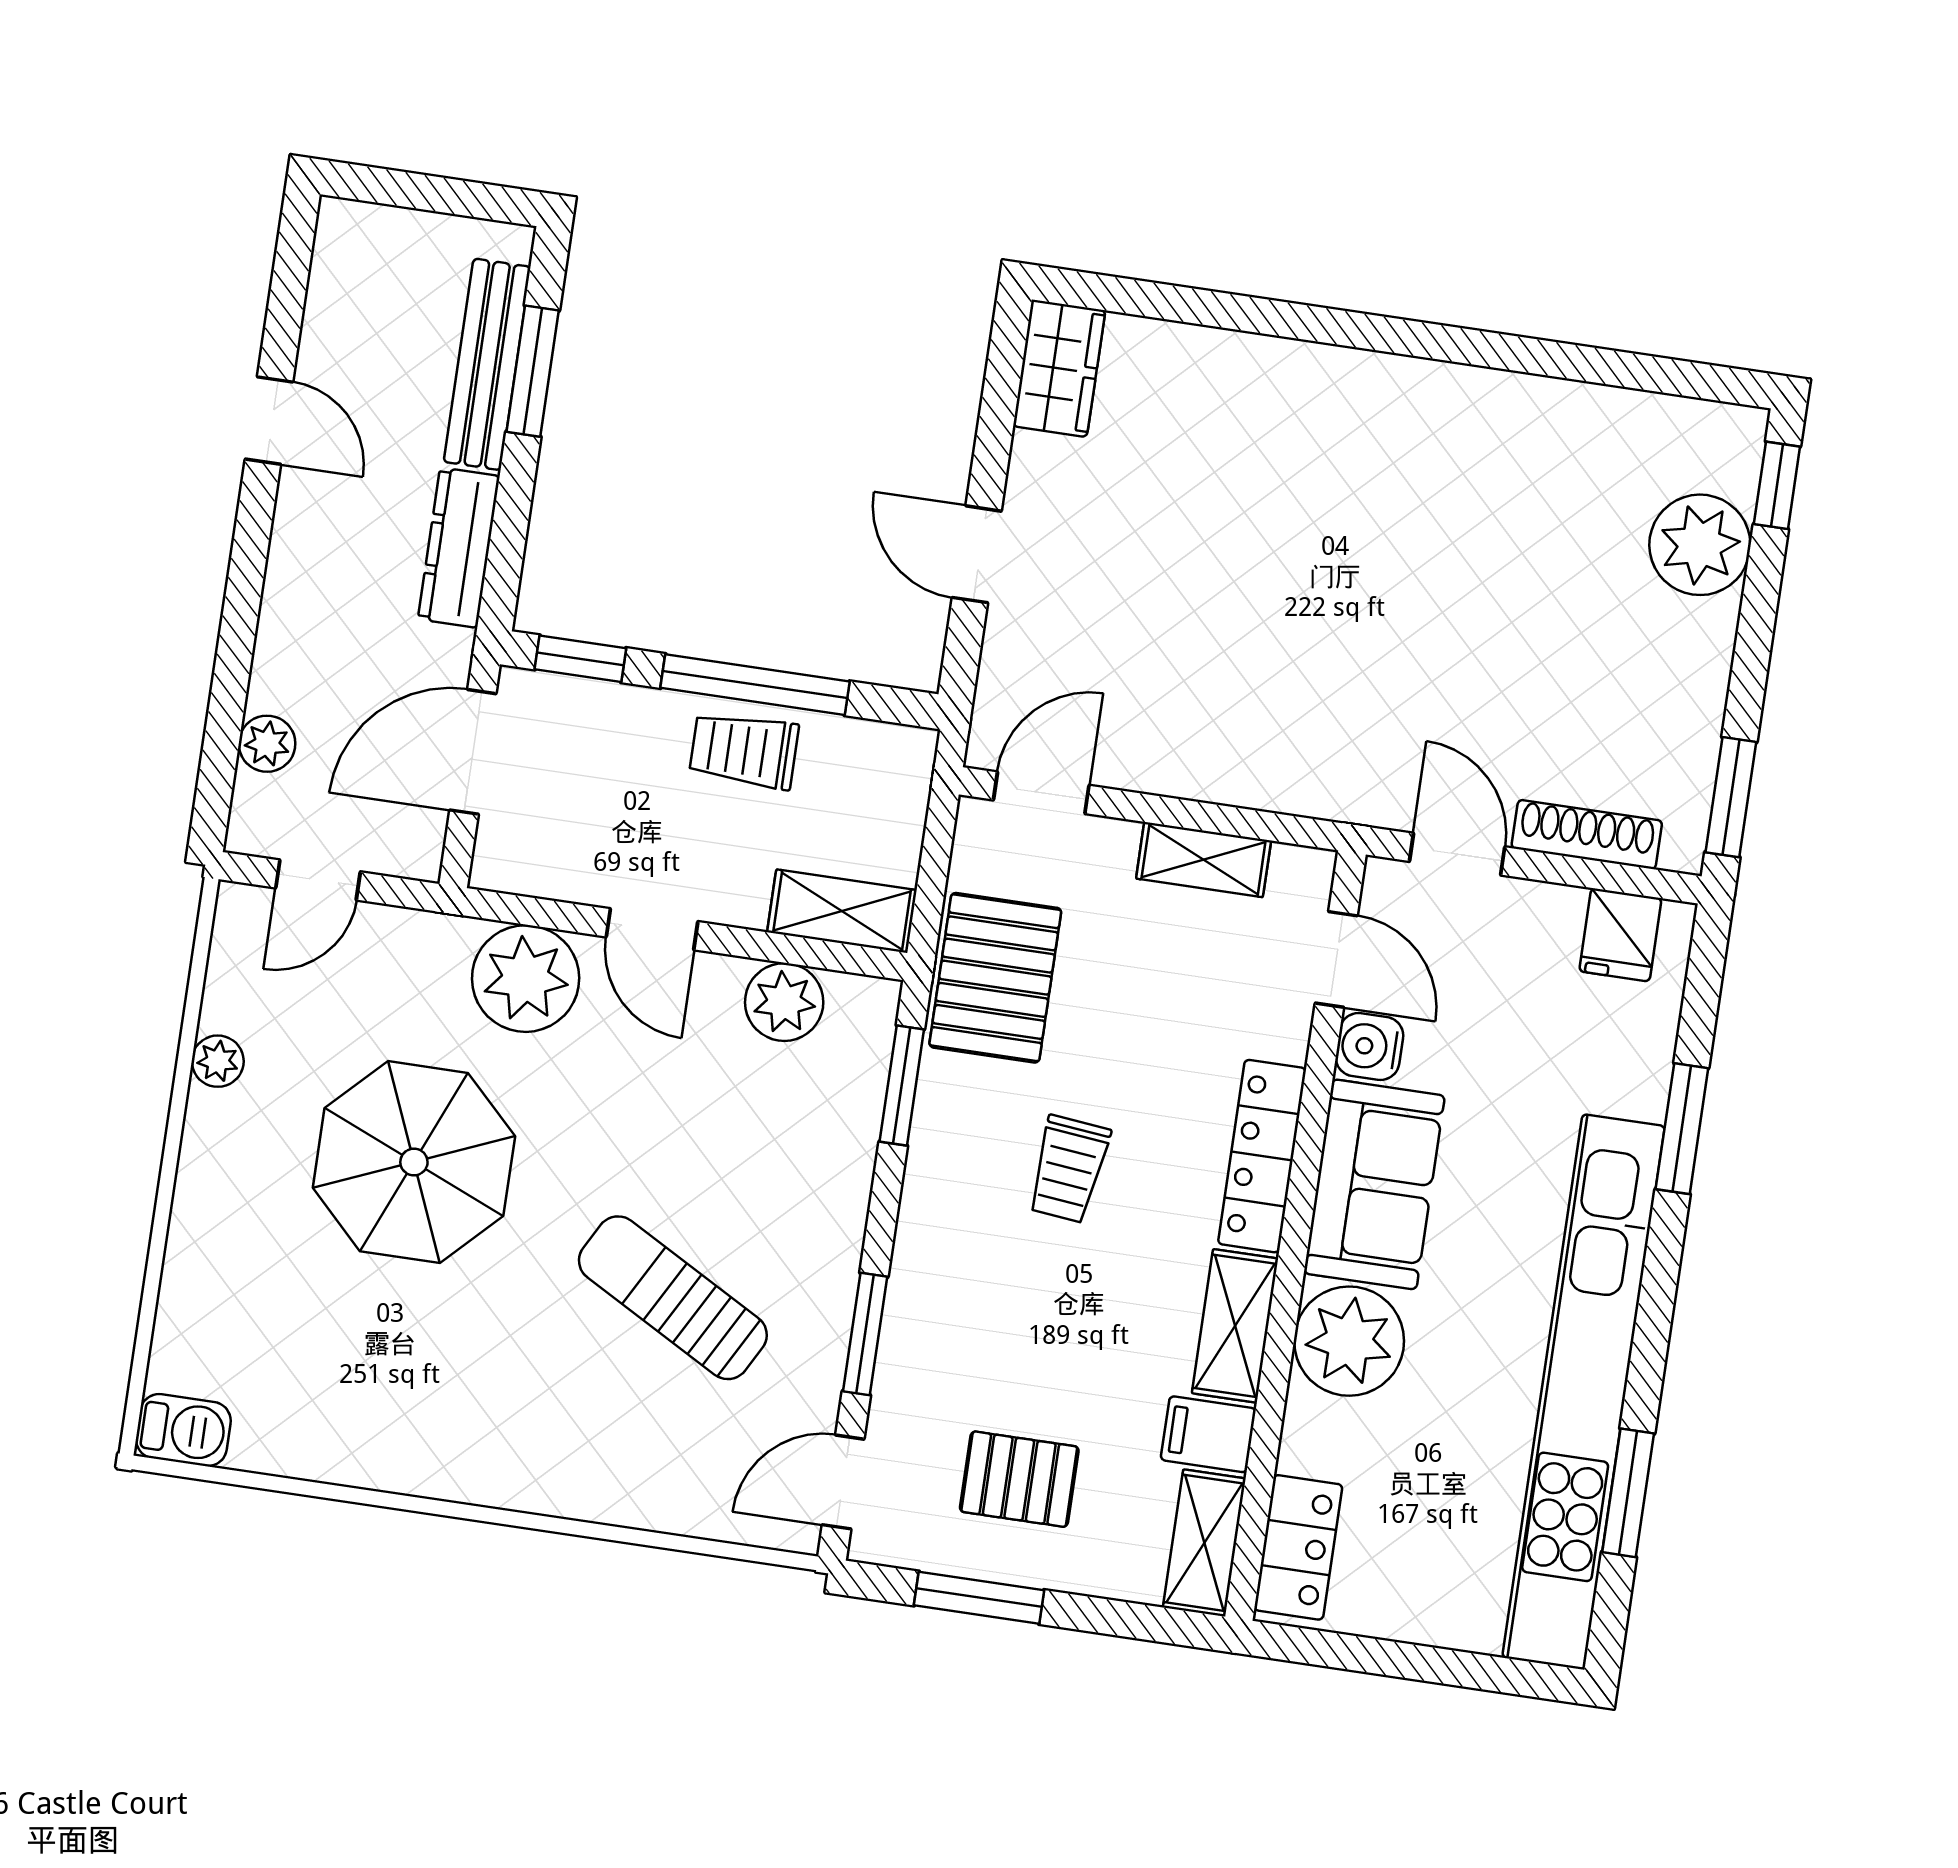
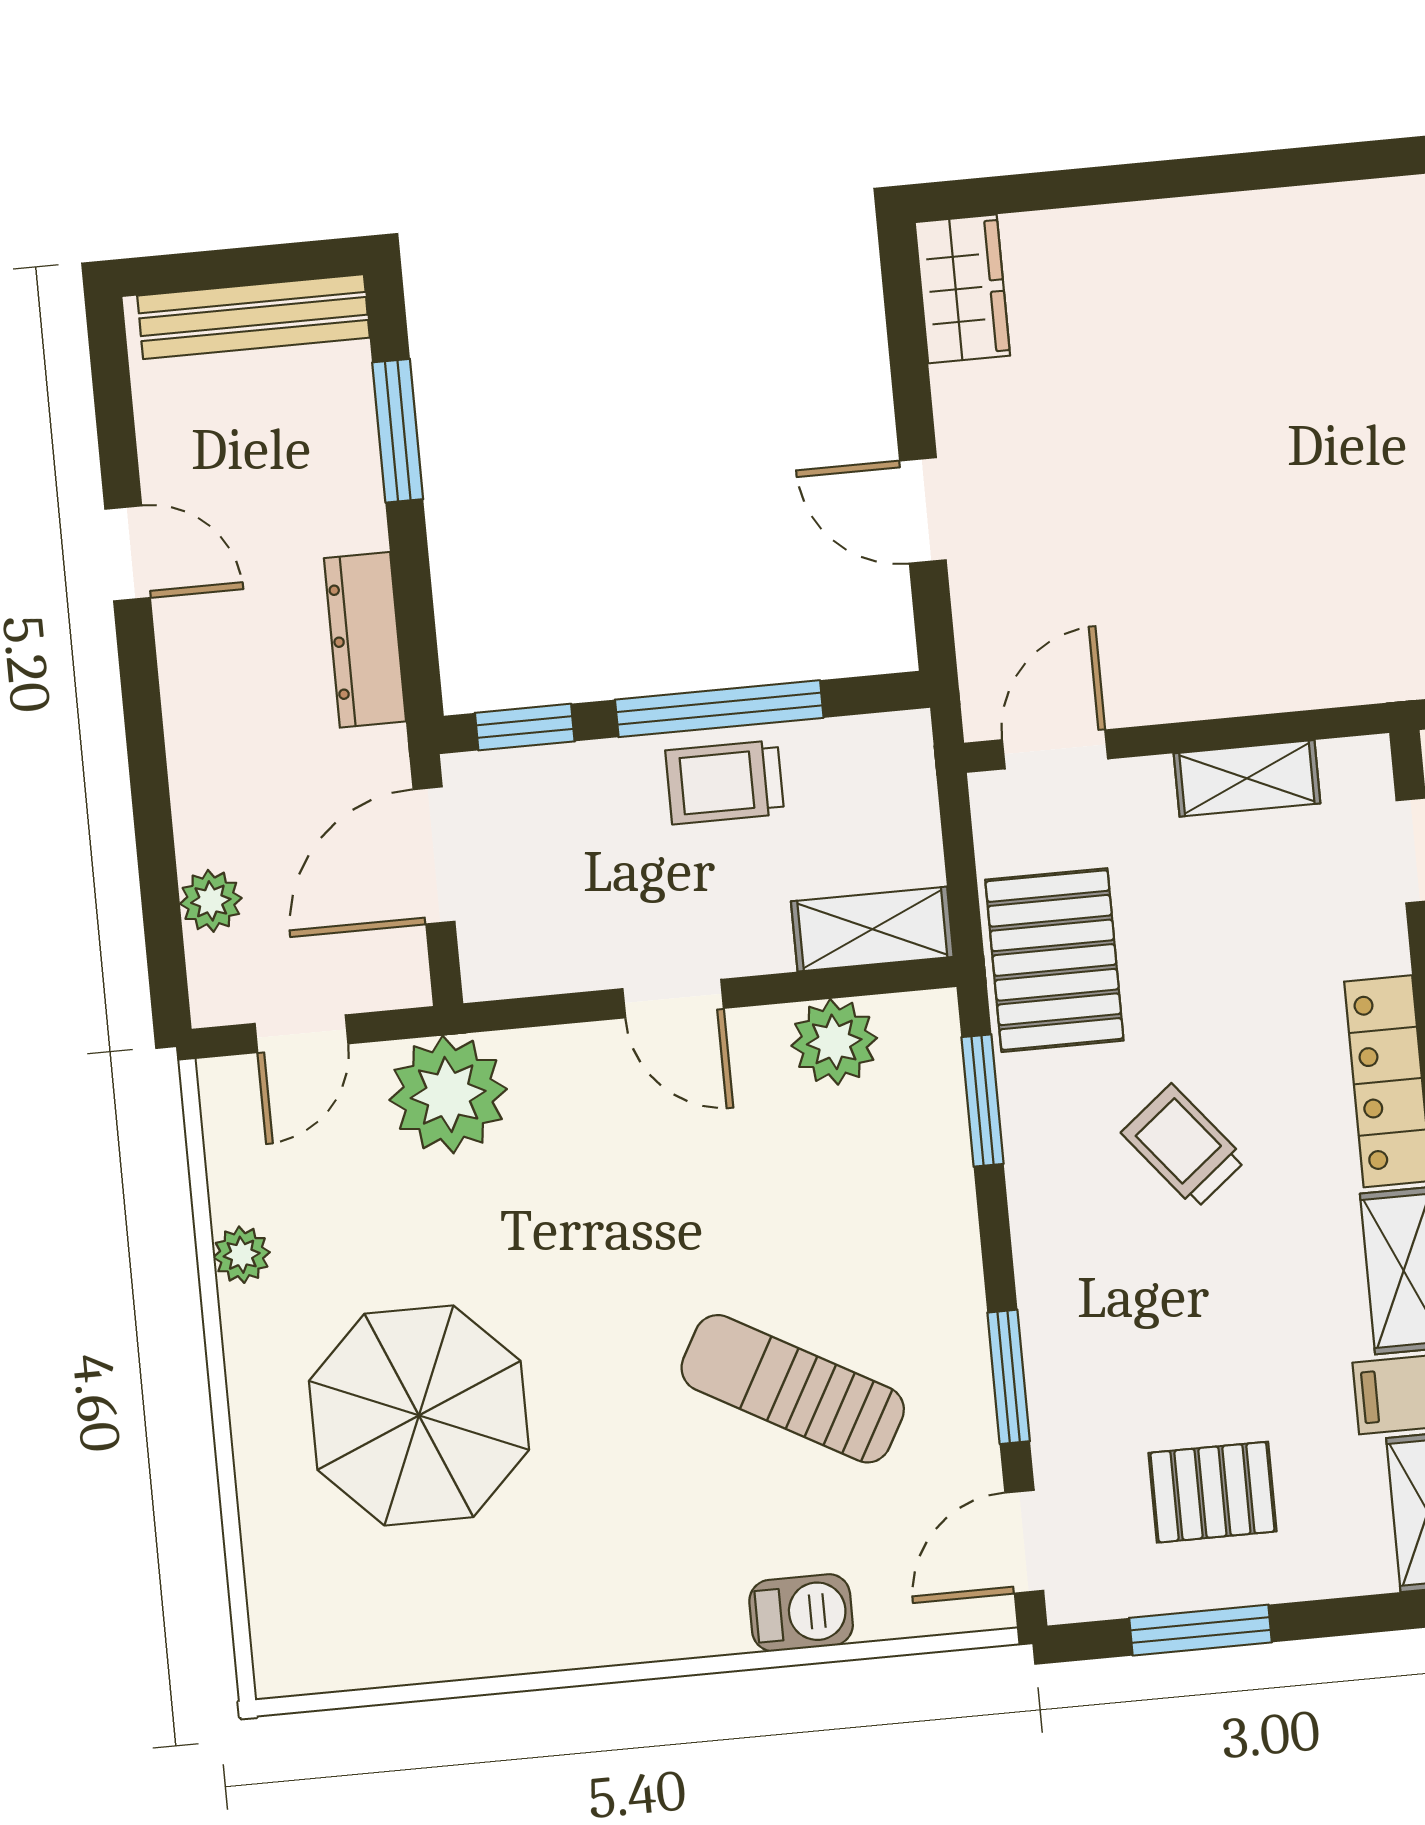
bench: (487, 364) -> (253, 317), moved, turned 90
plant: (526, 979) -> (448, 1094), moved
parasol: (414, 1162) -> (419, 1415), moved
trolley: (1069, 1169) -> (1184, 1146), turned 135
barbecue: (183, 1430) -> (801, 1613), moved

